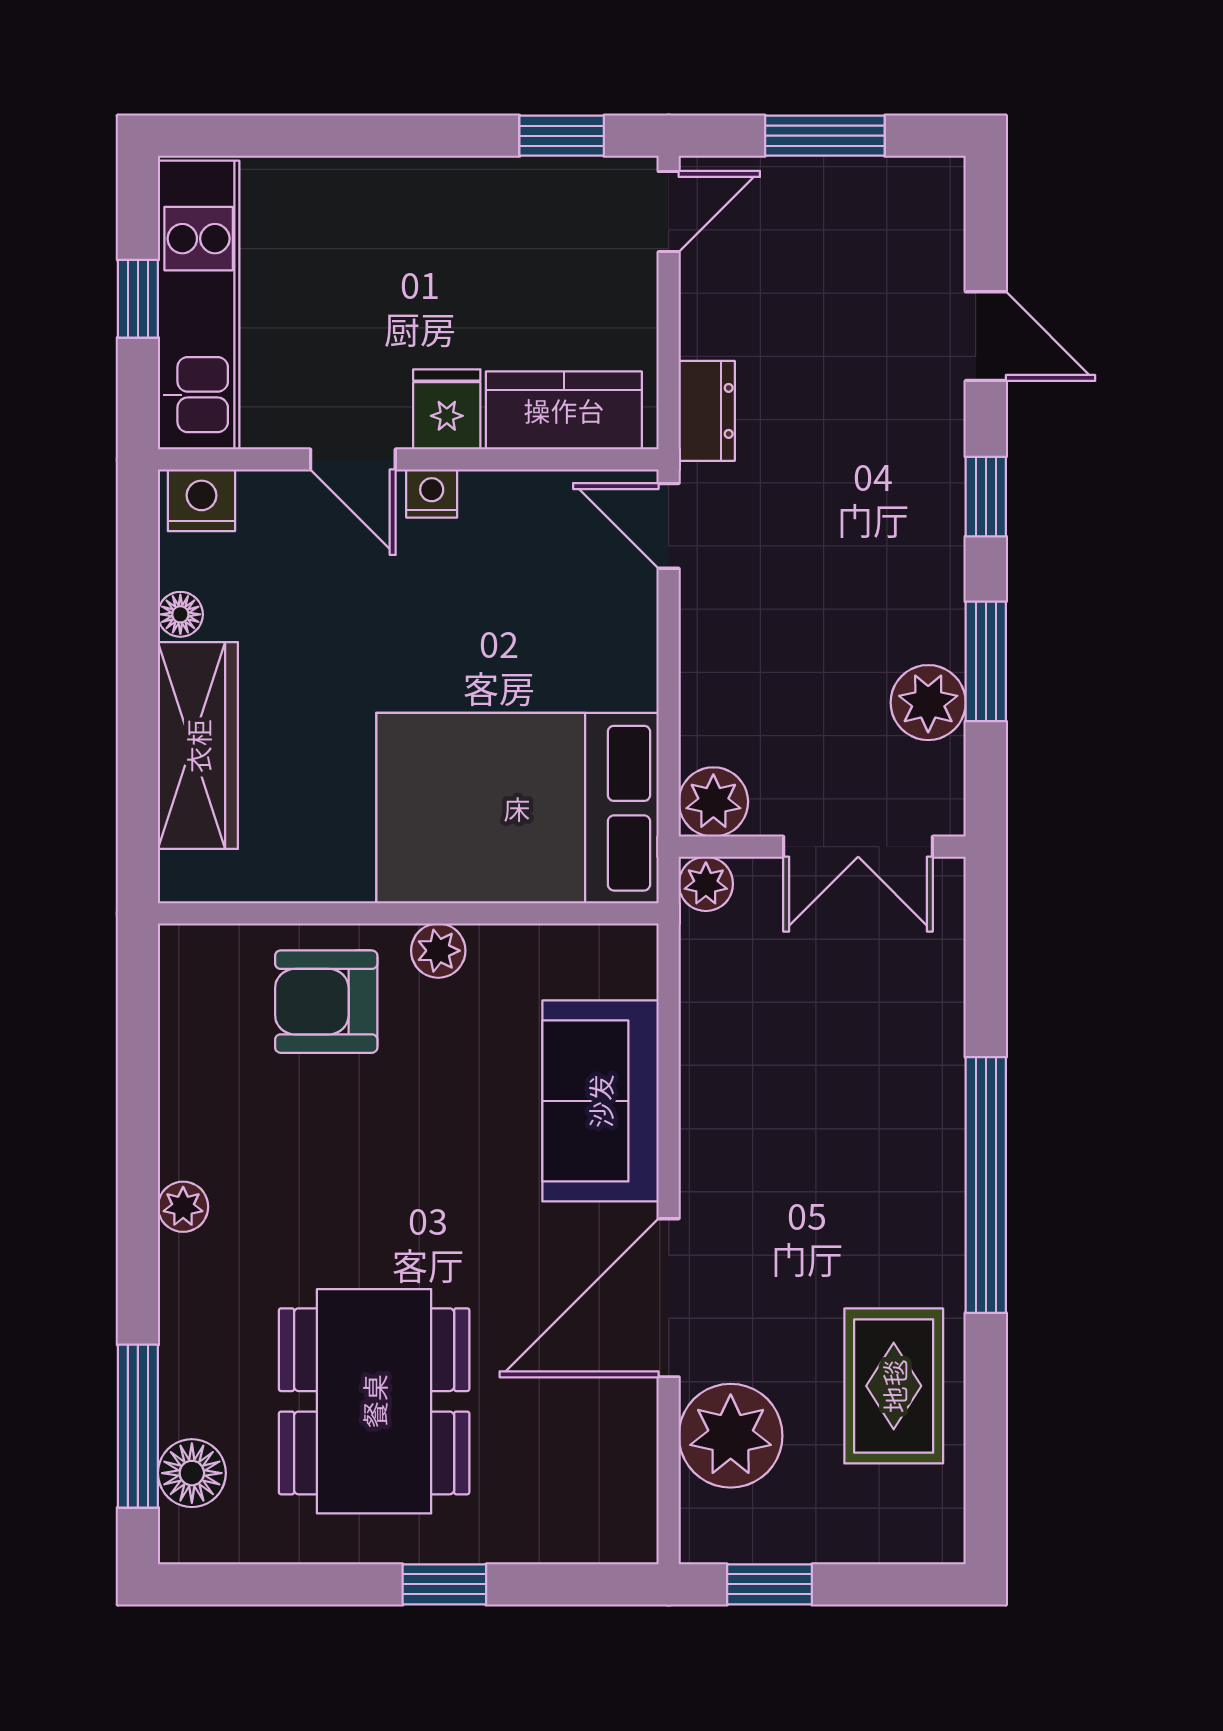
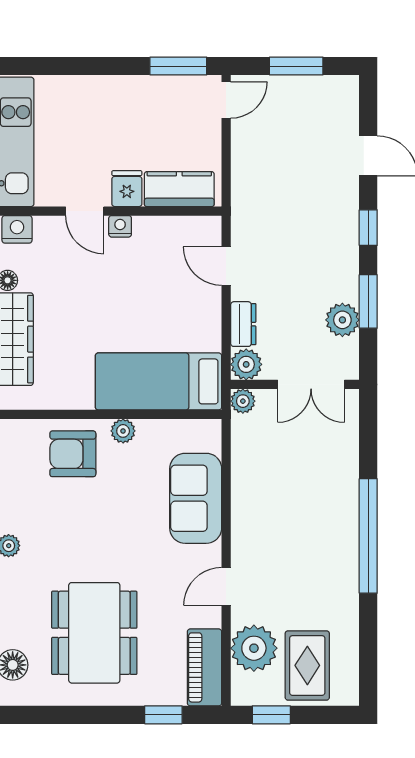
window: (562, 136) -> (178, 66), width x1.50
dresser: (707, 411) -> (243, 324), moved
door: (669, 526) -> (226, 266), moved
bed: (517, 808) -> (158, 381), width x0.67
door: (669, 1298) -> (226, 586), width x0.53
rug: (894, 1386) -> (307, 665), moved
piano: (620, 1479) -> (205, 667), added
window: (444, 1584) -> (163, 715), moved

